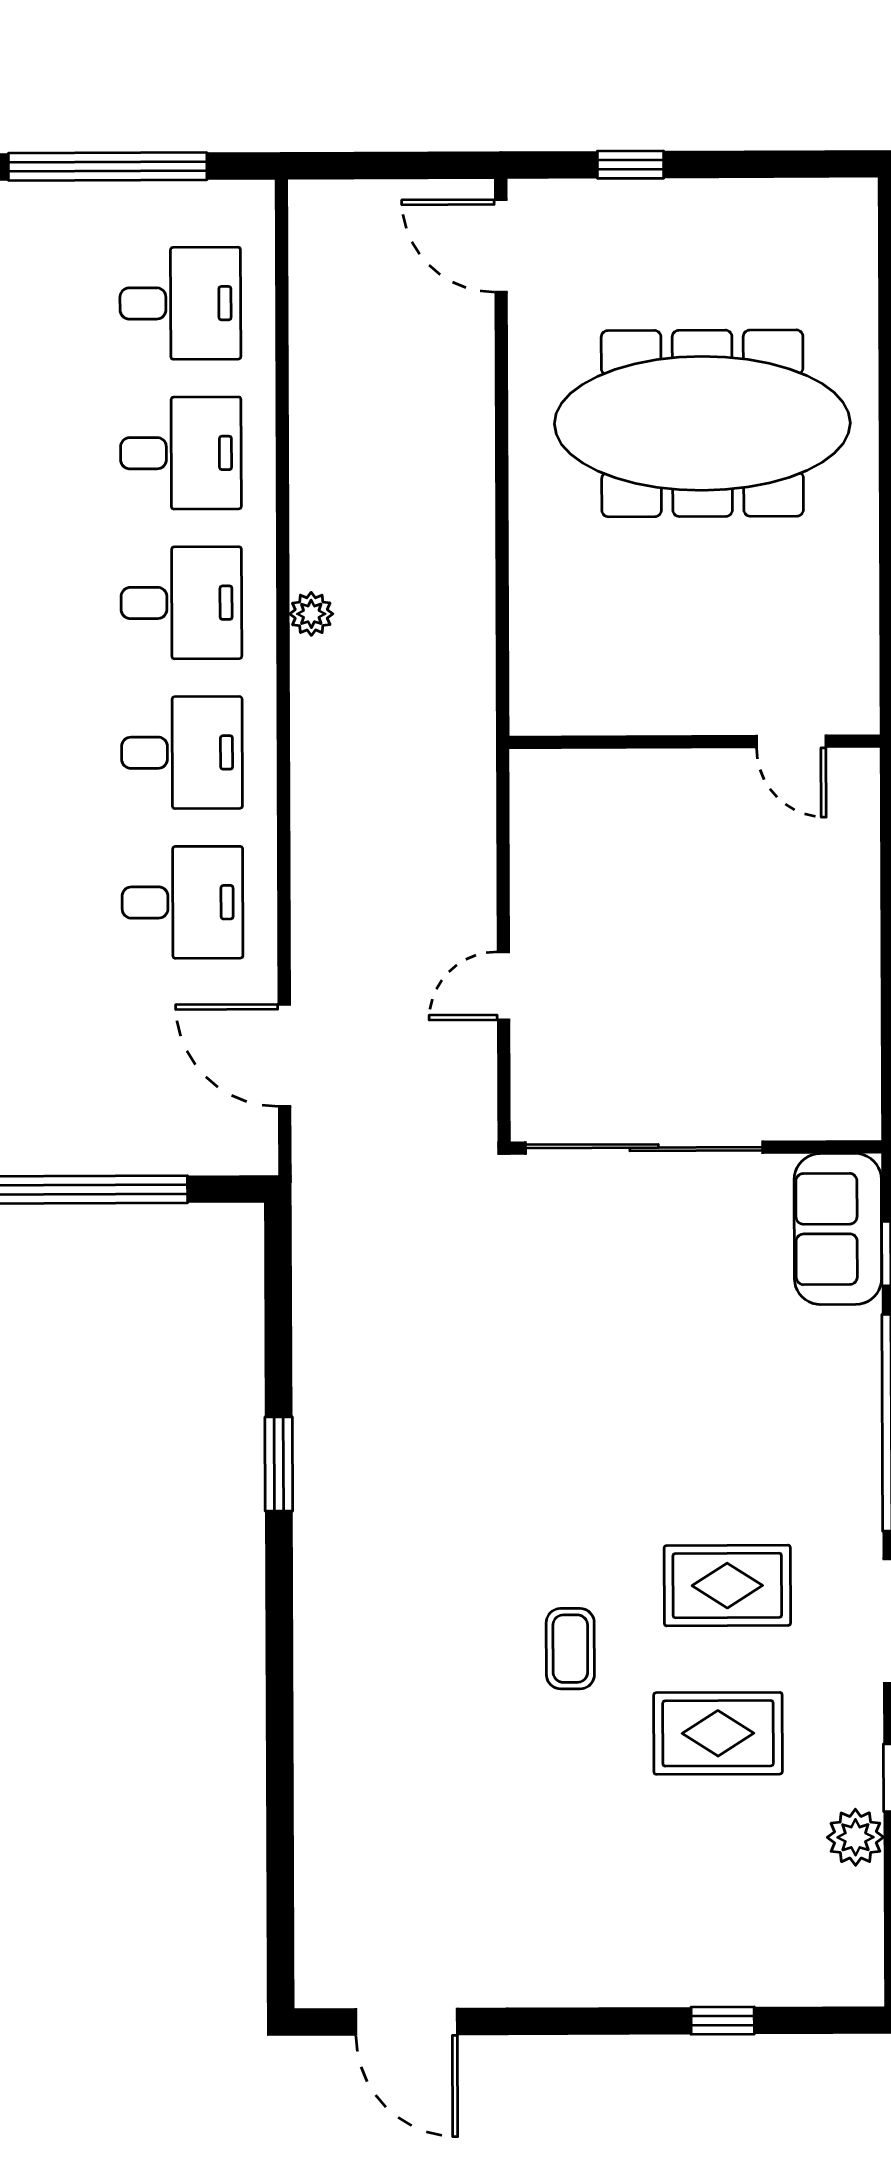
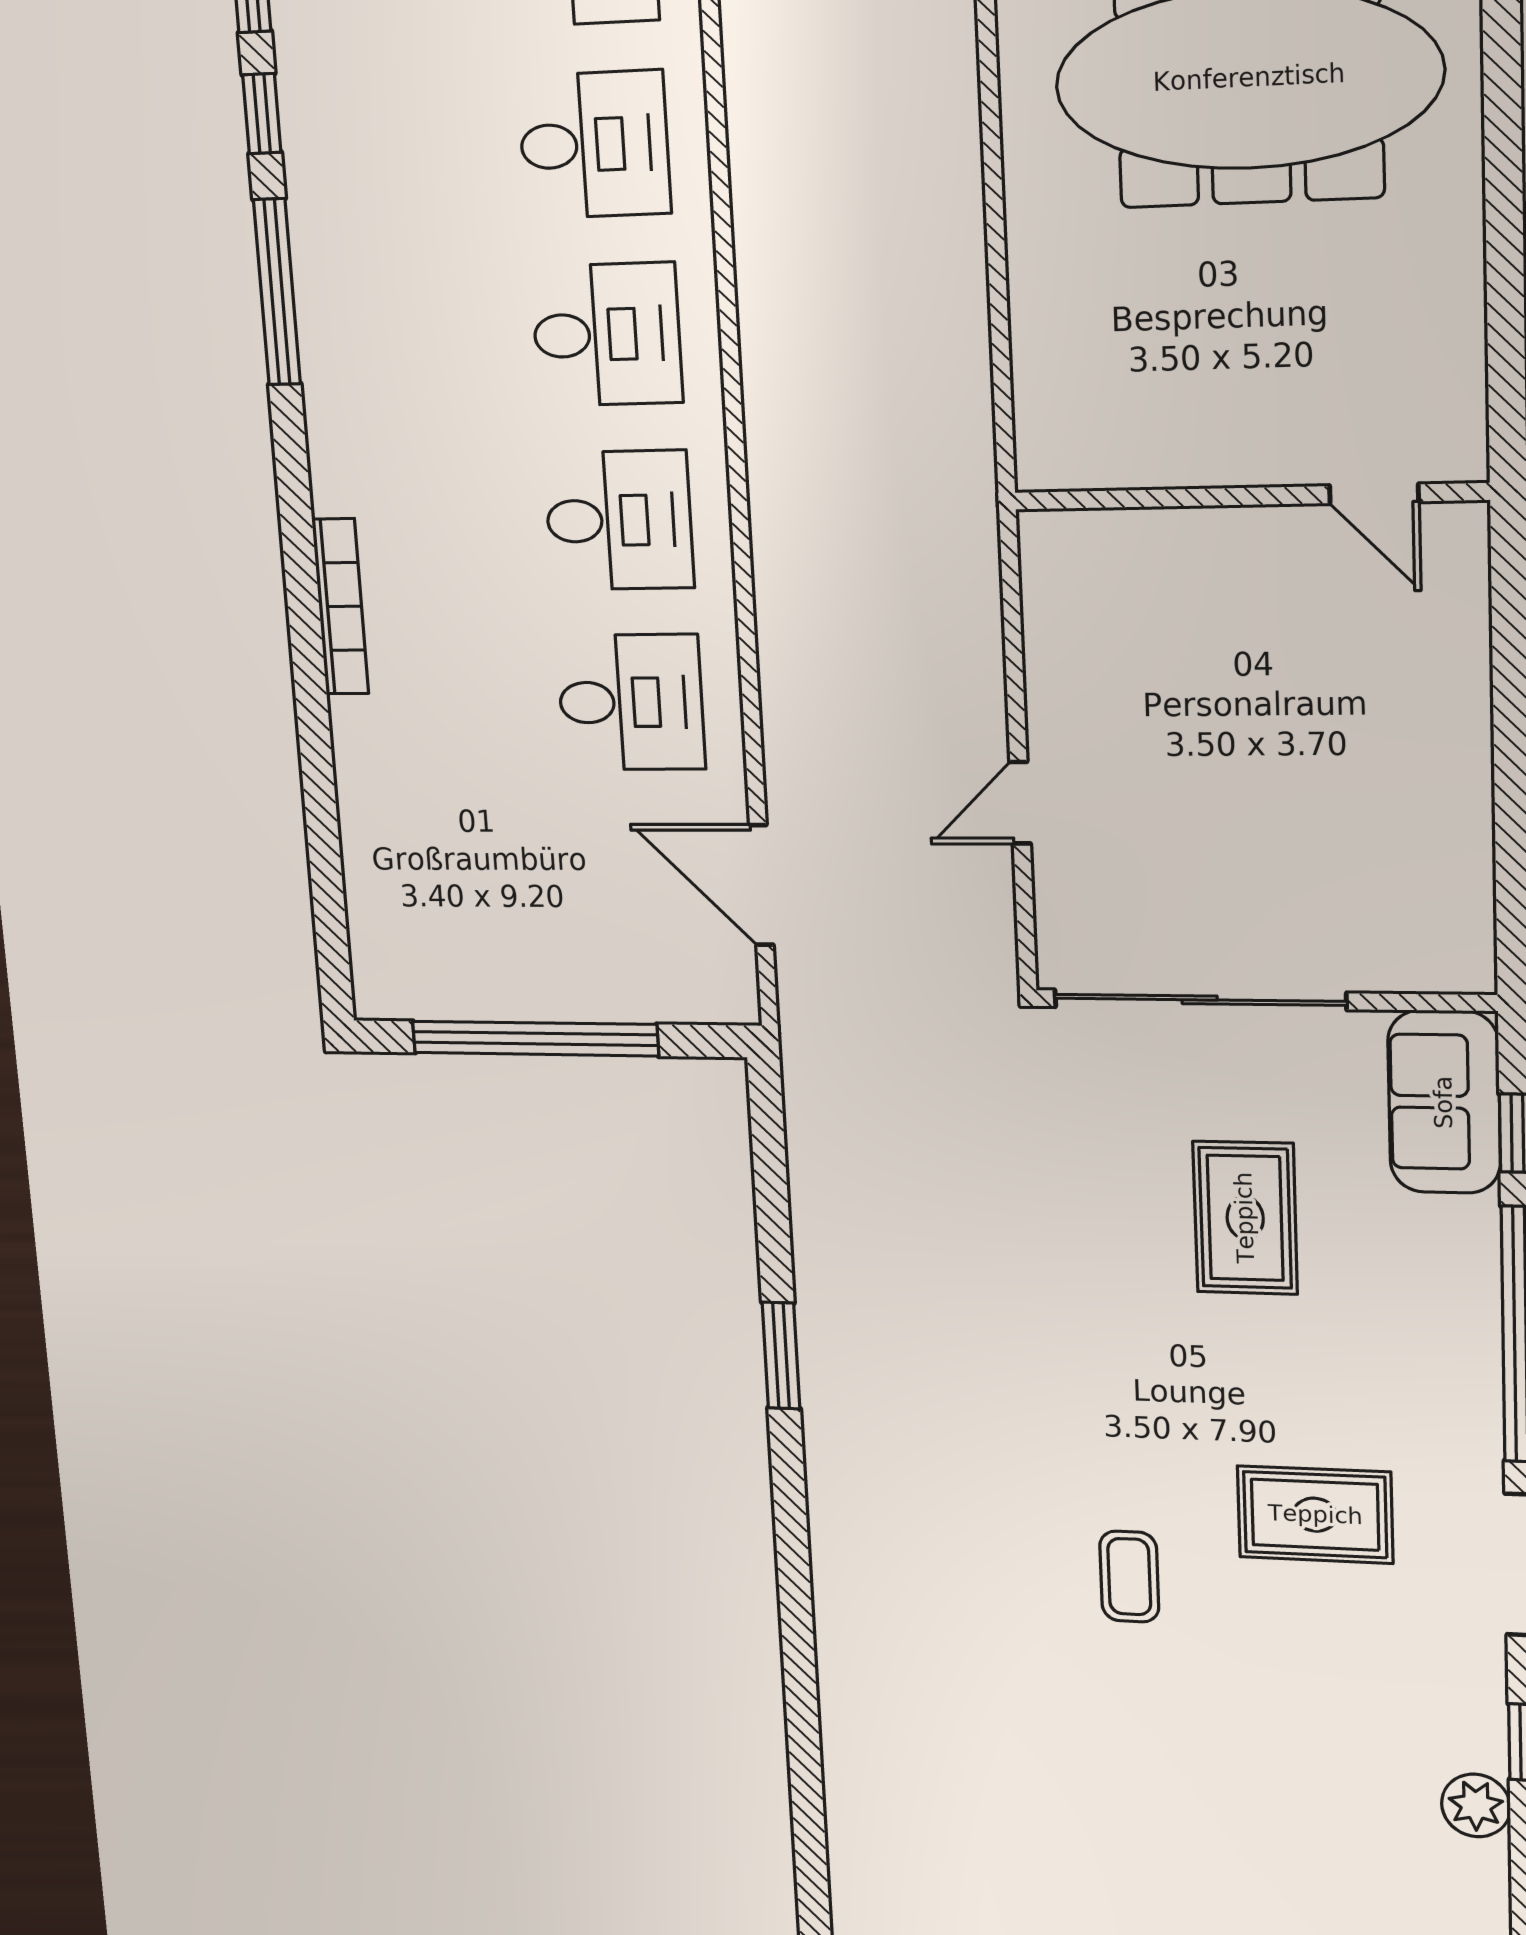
plant: (311, 614) -> (764, 344), removed
rug: (718, 1733) -> (1245, 1218), moved, turned 90

